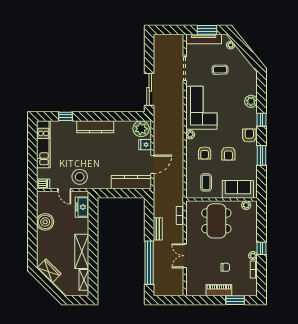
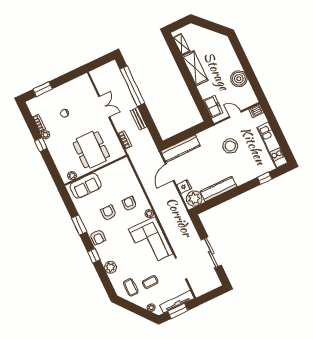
sliding door: (149, 89) -> (211, 252), moved
kitchen counter: (95, 127) -> (219, 189), moved
stool: (80, 177) -> (230, 146), moved
coffee table: (206, 182) -> (131, 287), moved
wardrobe: (49, 271) -> (215, 38), removed
piano: (219, 290) -> (61, 91), removed

